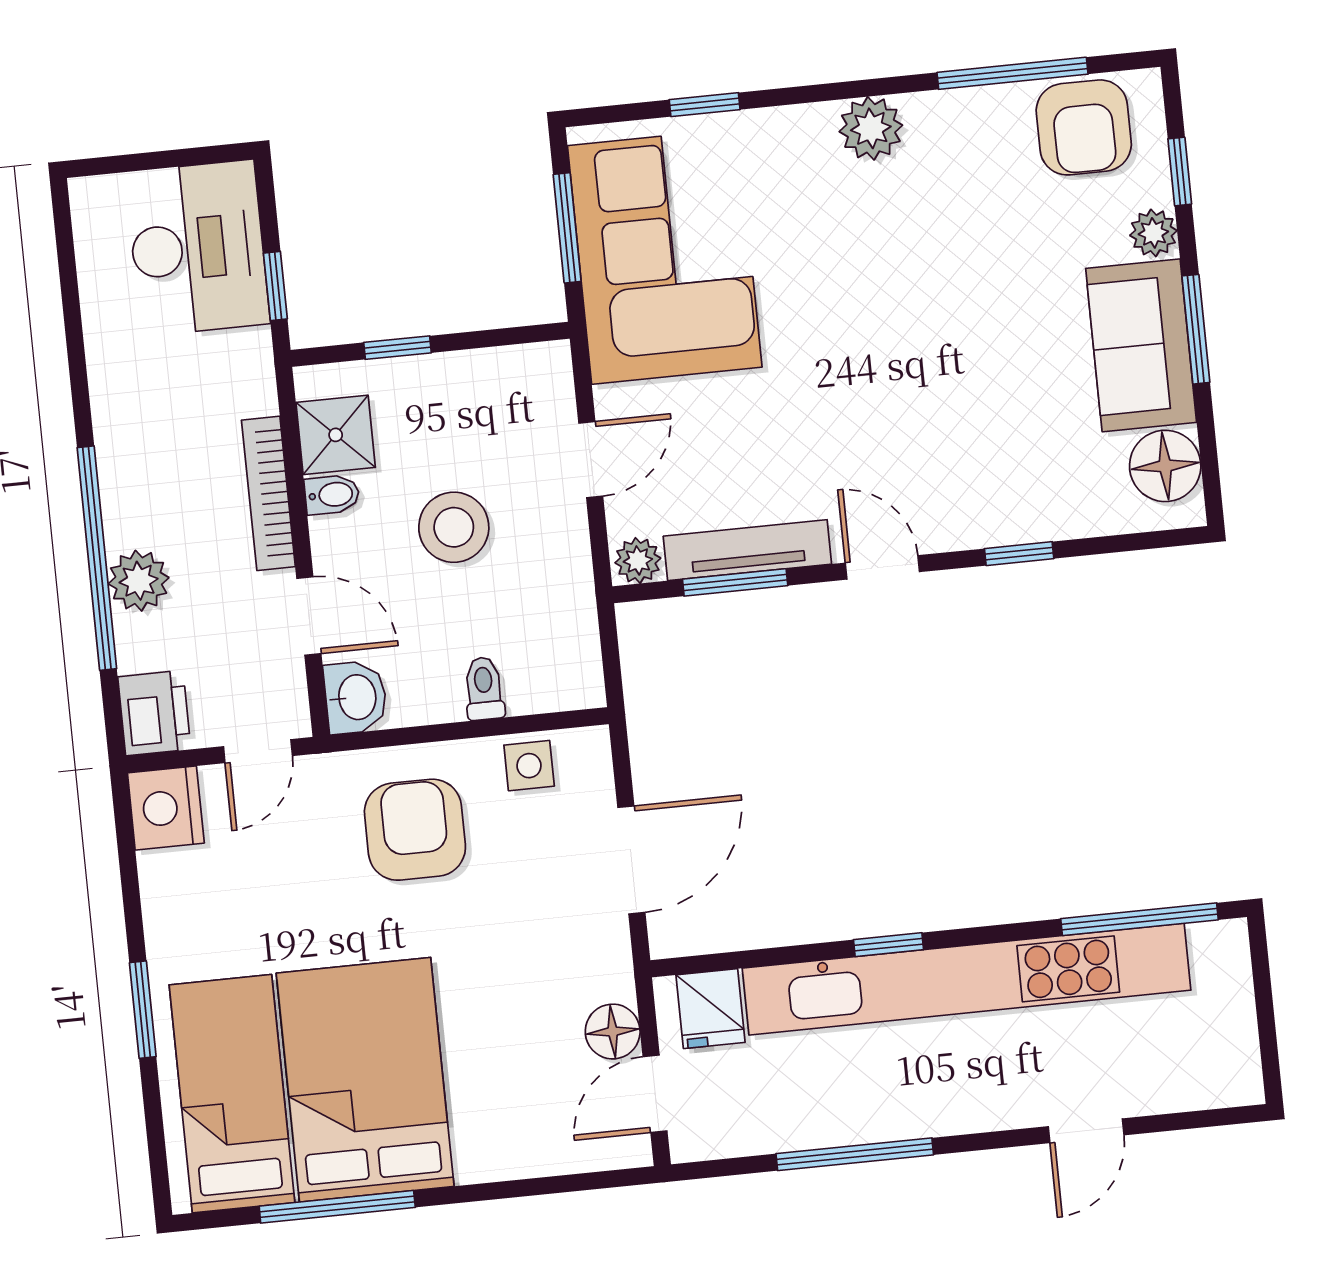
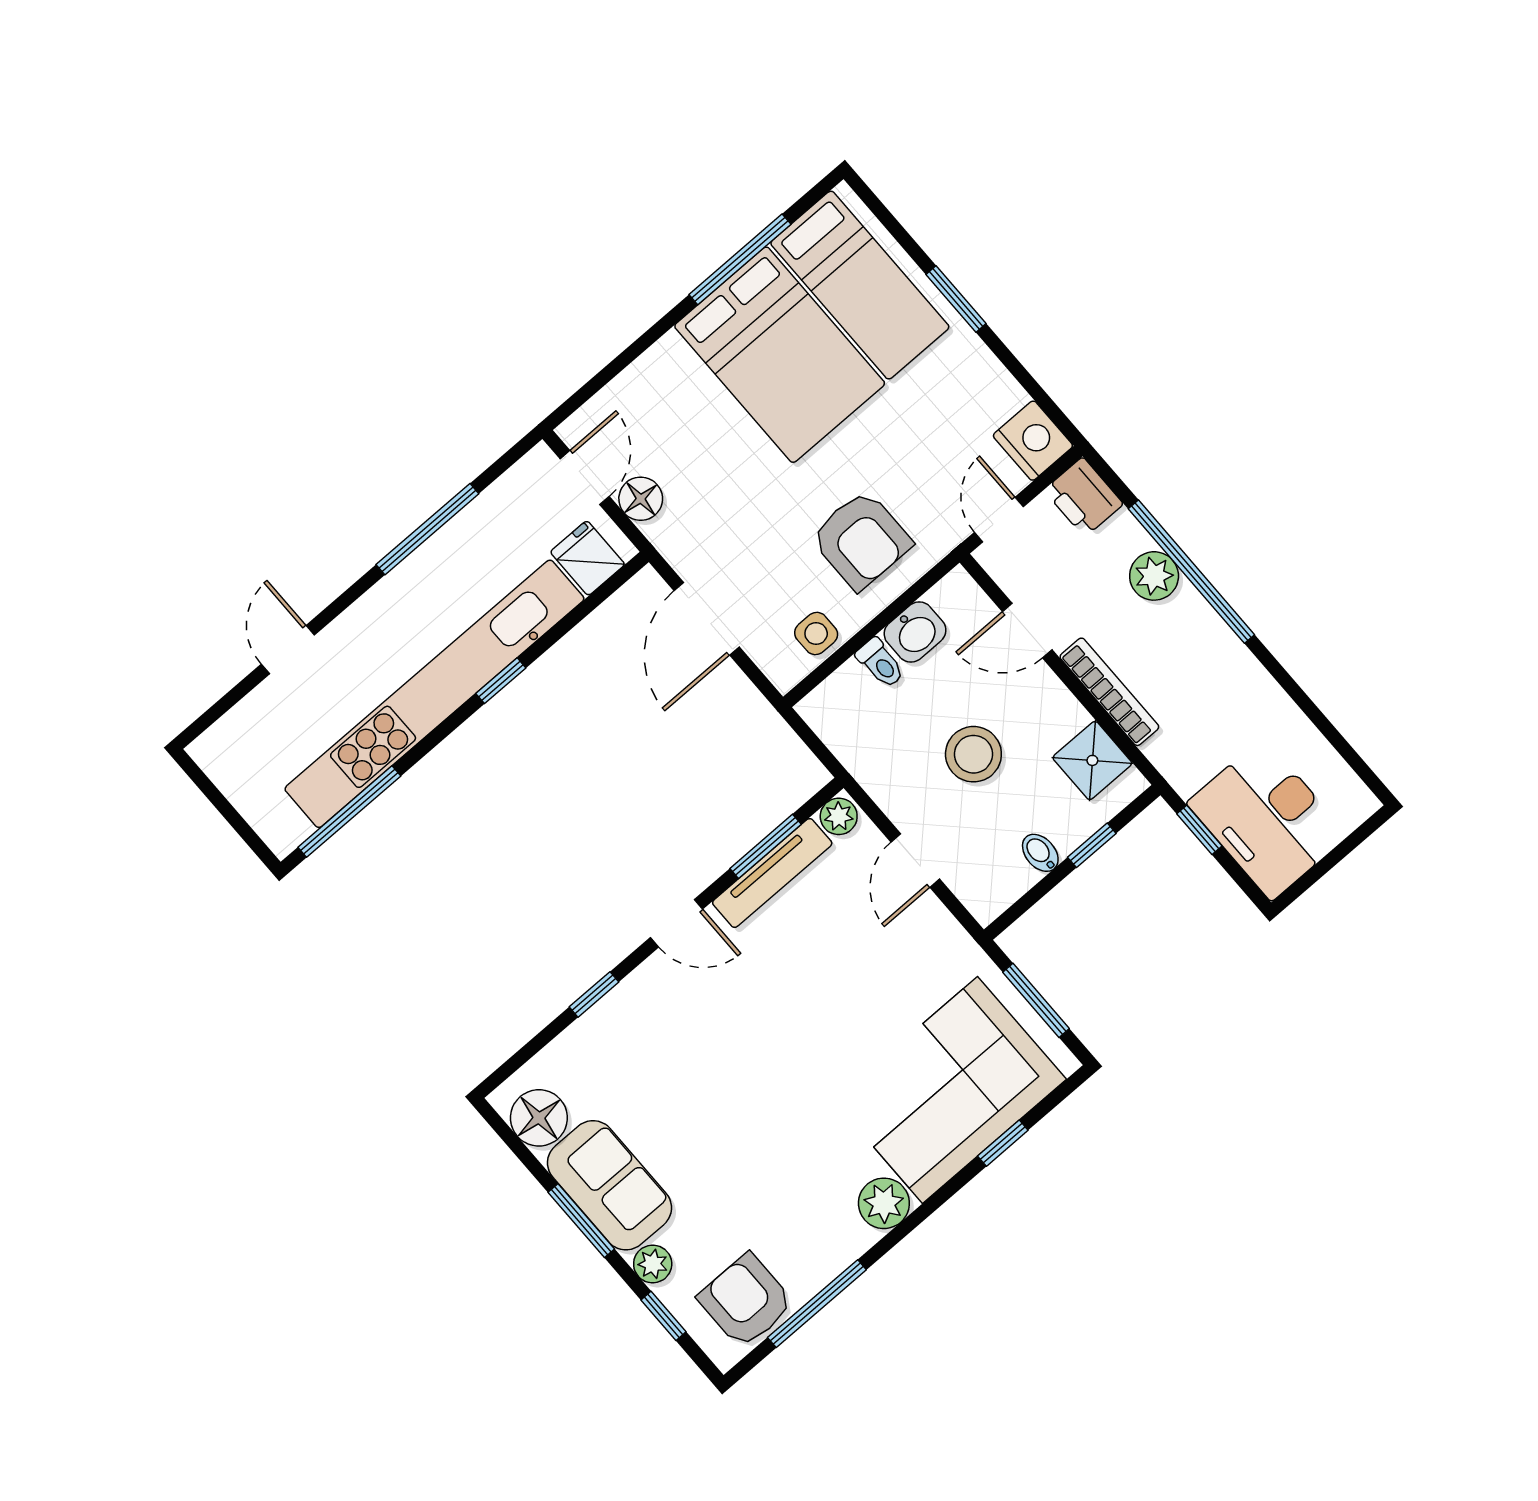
corner sofa: (665, 256) -> (950, 1090), moved, turned 90
bidet: (332, 495) -> (1040, 853), moved, turned 90
washbasin: (356, 697) -> (915, 632), moved, turned -90

